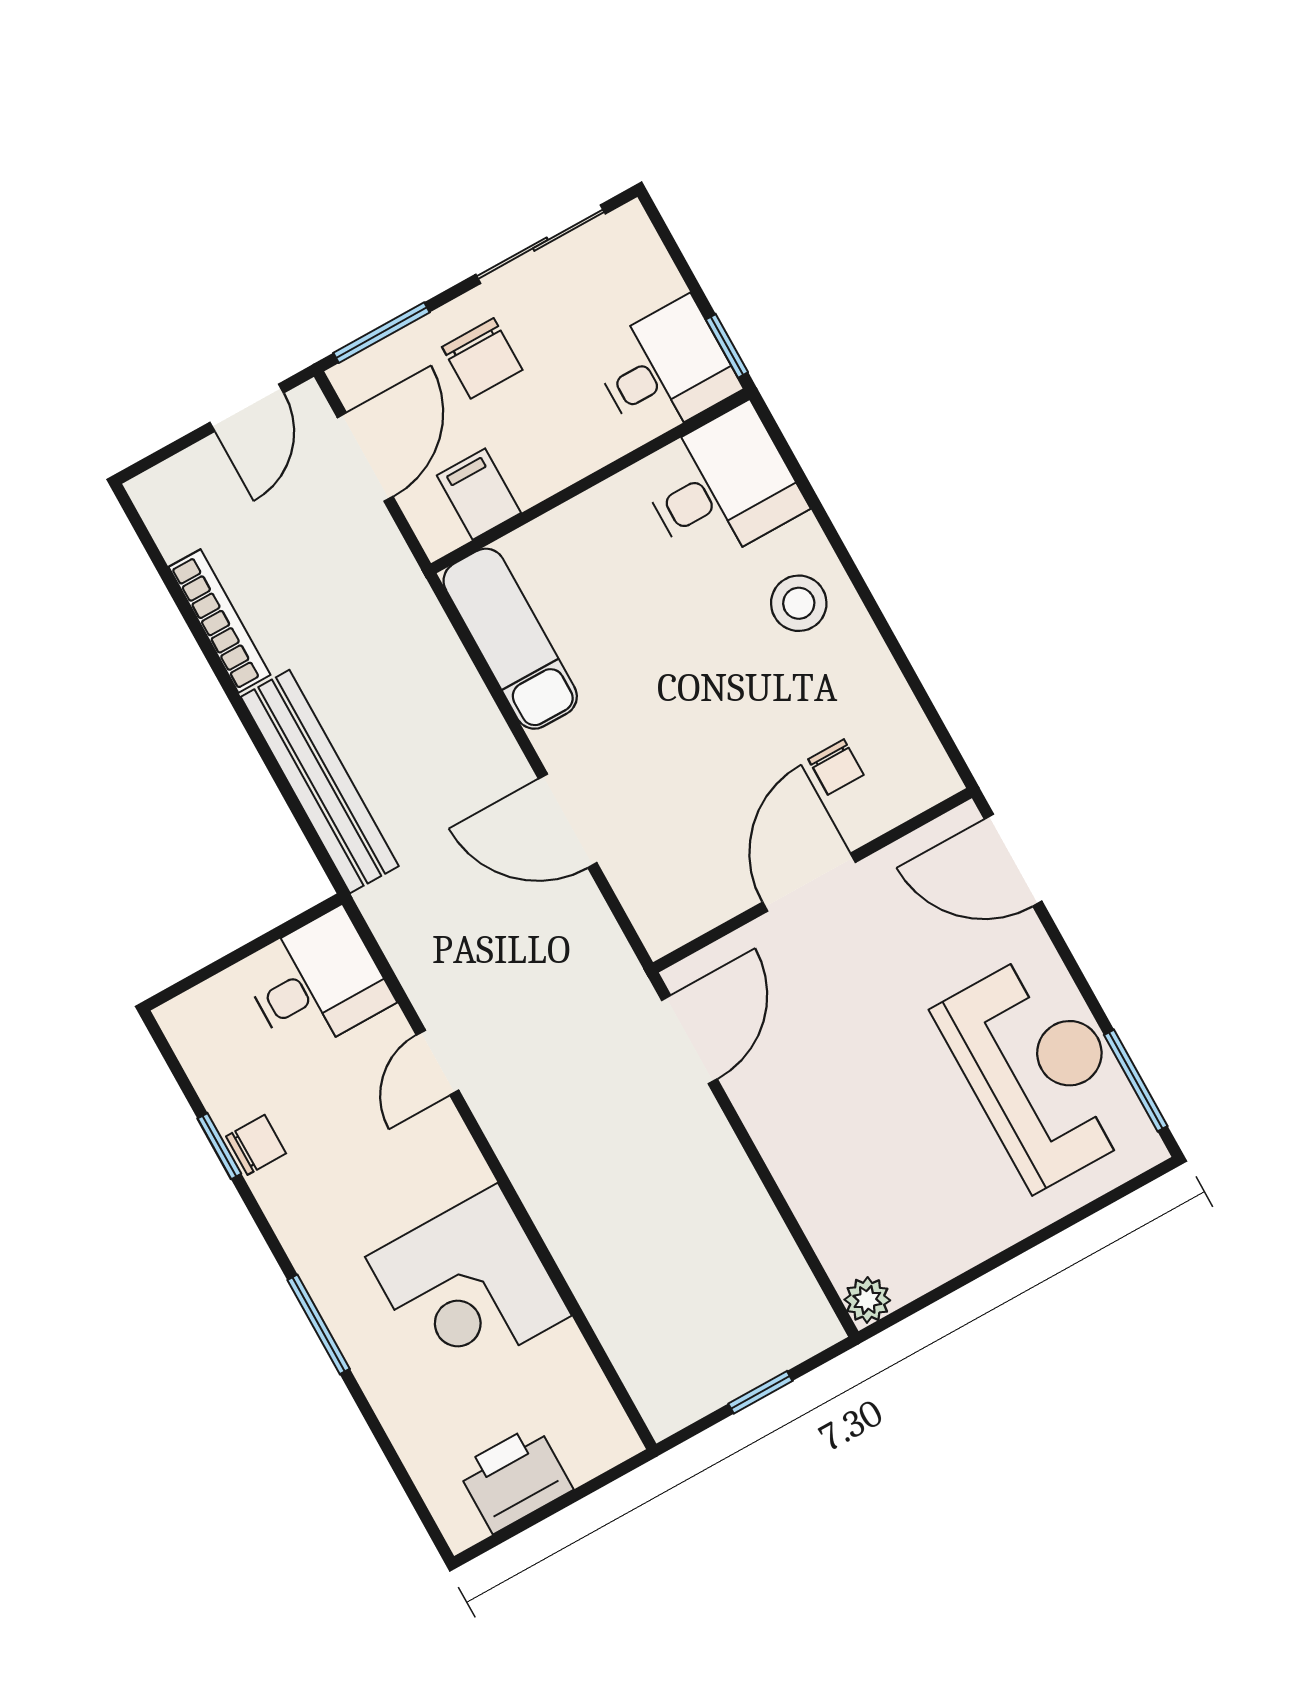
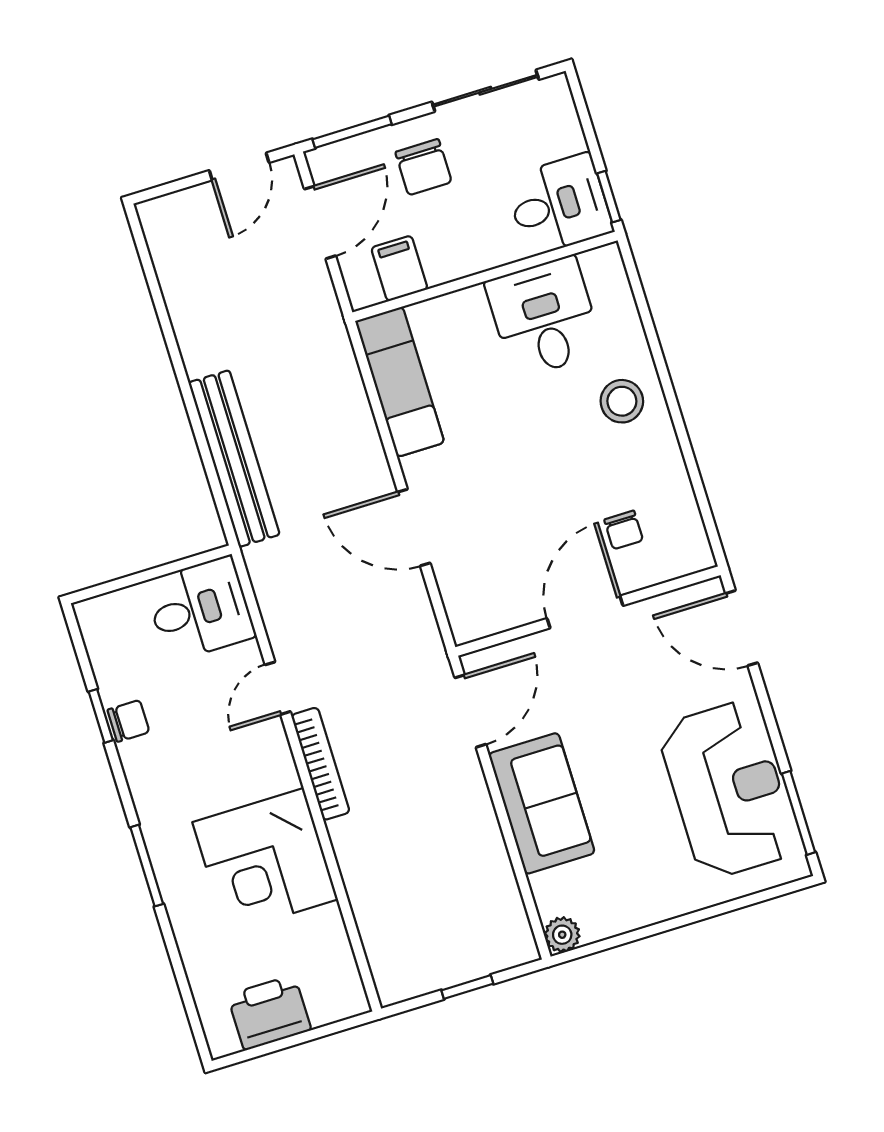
desk: (721, 487) -> (544, 317), moved, turned -90
bookcase: (219, 621) -> (320, 764), moved
sofa: (806, 1138) -> (542, 803), added

